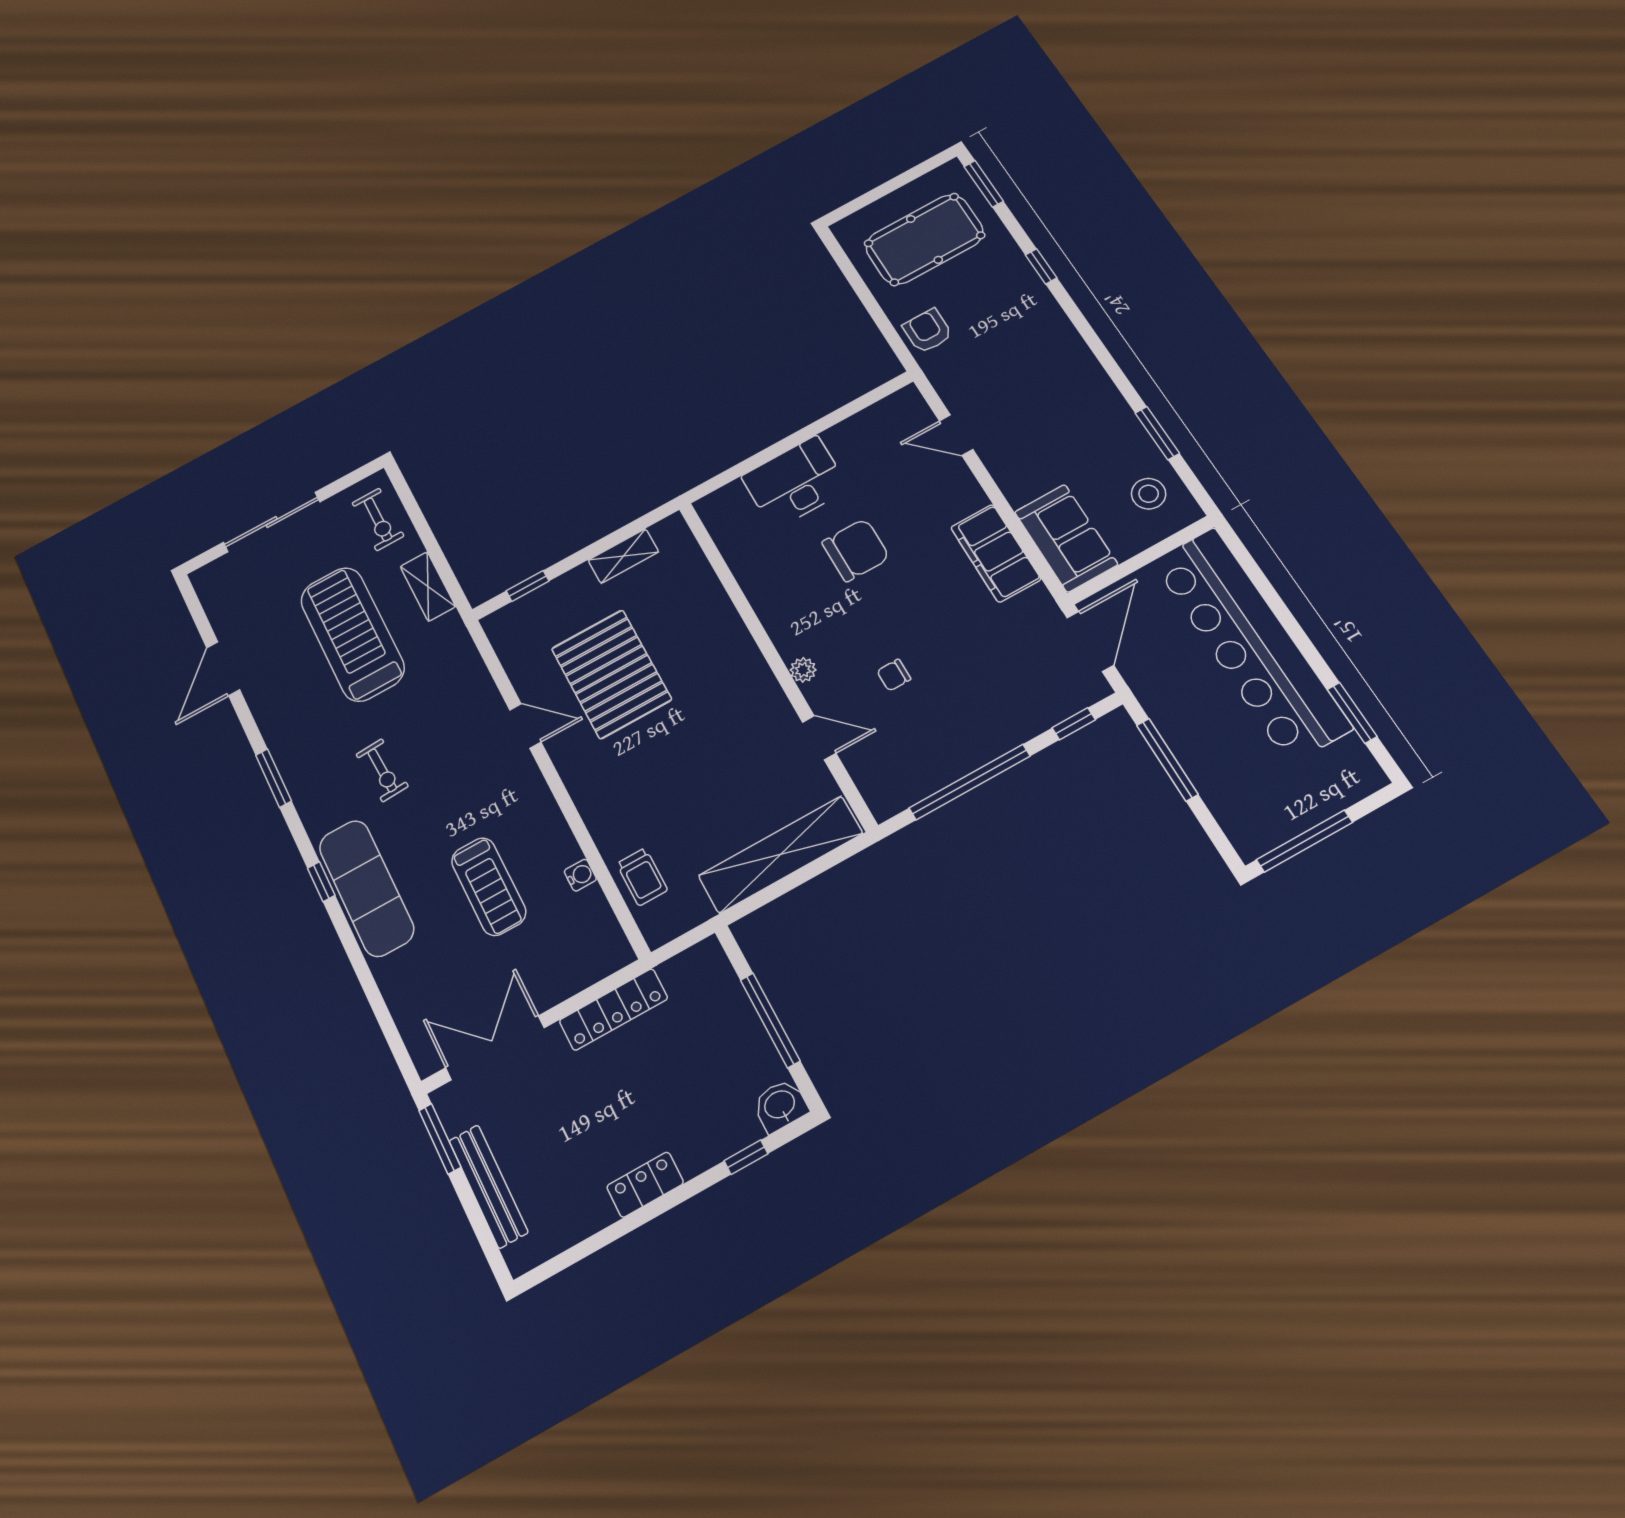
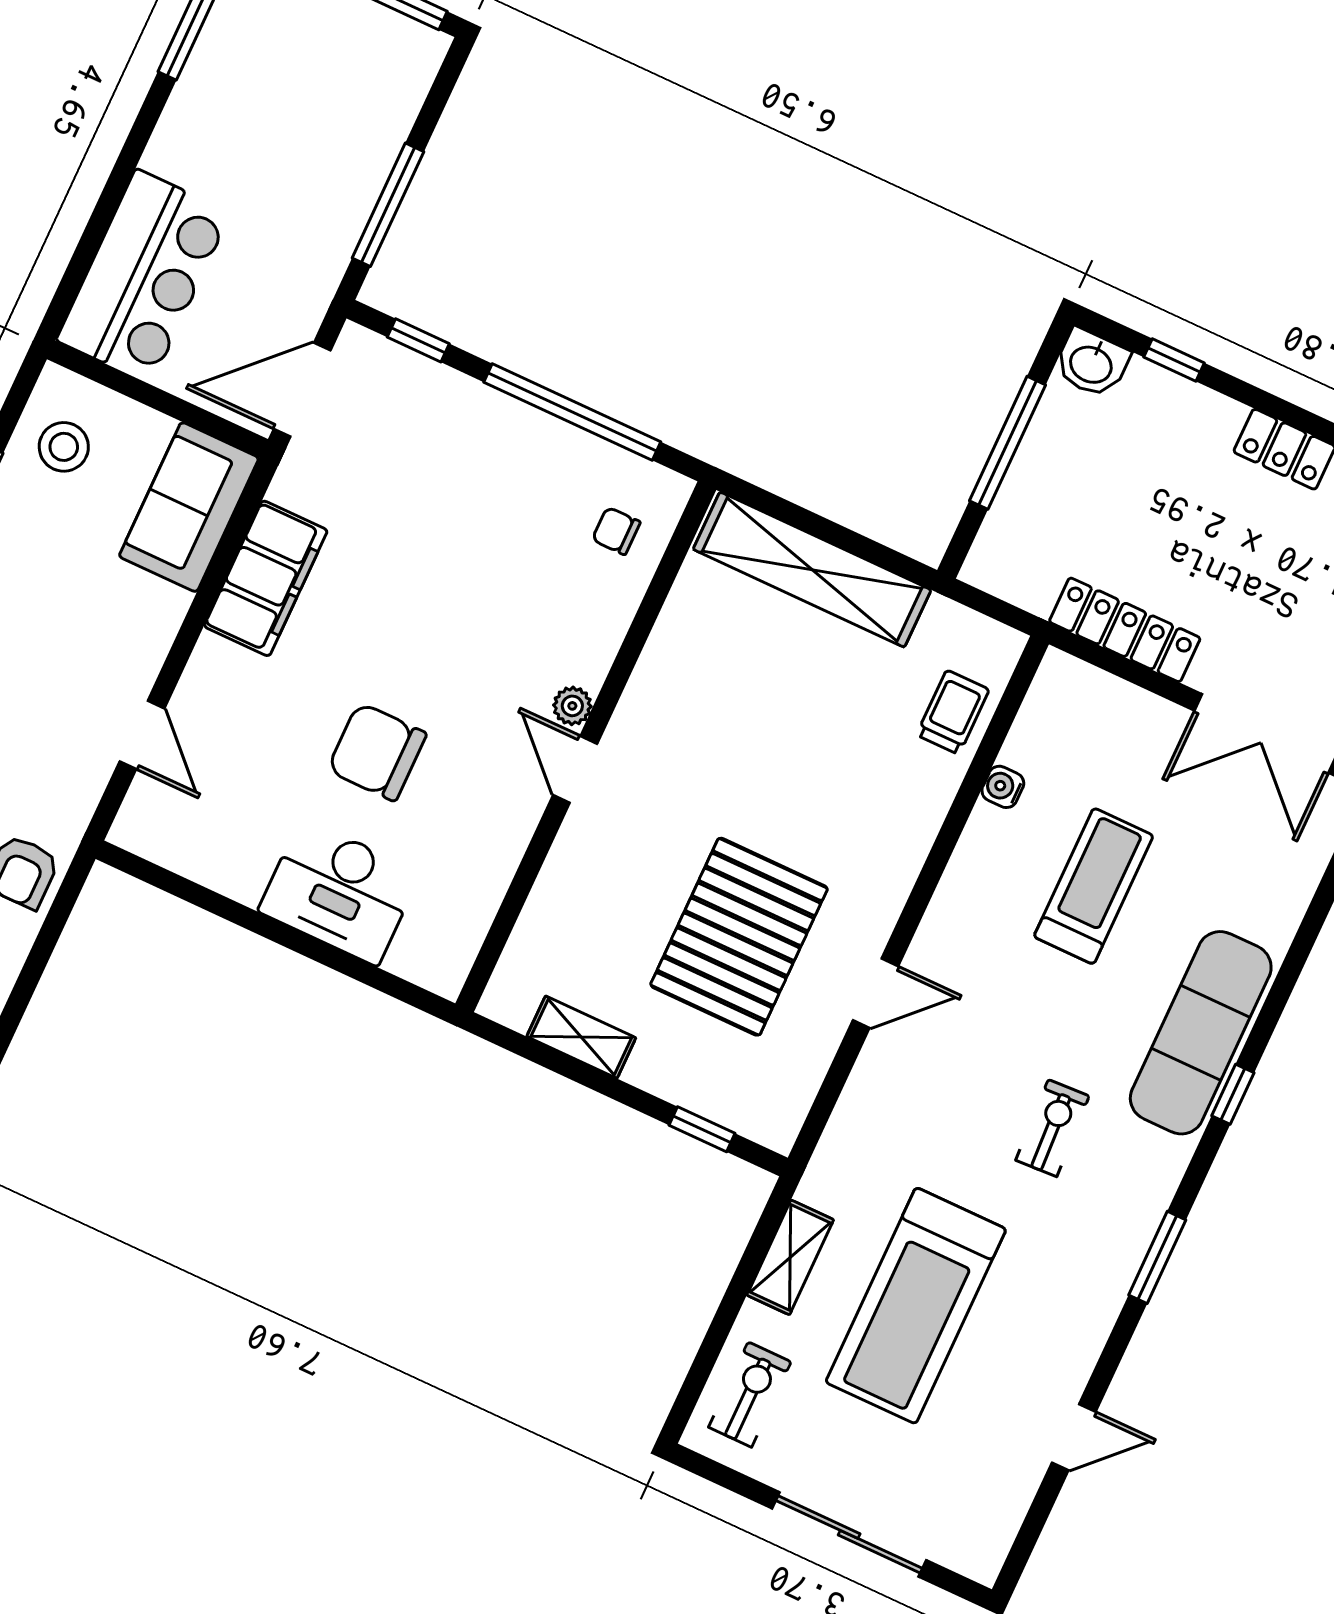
bar counter: (1251, 644) -> (144, 276), width x0.54
door: (223, 669) -> (1074, 1437), width x0.73
chair: (894, 675) -> (616, 531), moved, turned 180
door: (525, 726) -> (876, 993), swing flipped
door: (819, 738) -> (575, 769), moved

